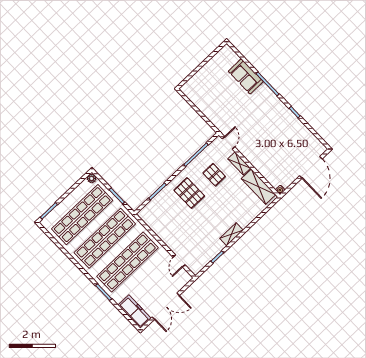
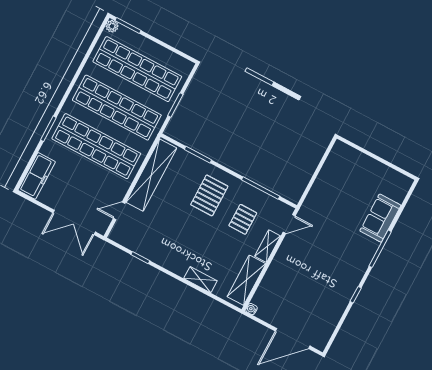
plant: (92, 178) -> (112, 26), moved
shelving: (161, 230) -> (151, 175), added
shelving: (231, 234) -> (200, 280), moved
double door: (166, 306) -> (74, 222), moved

